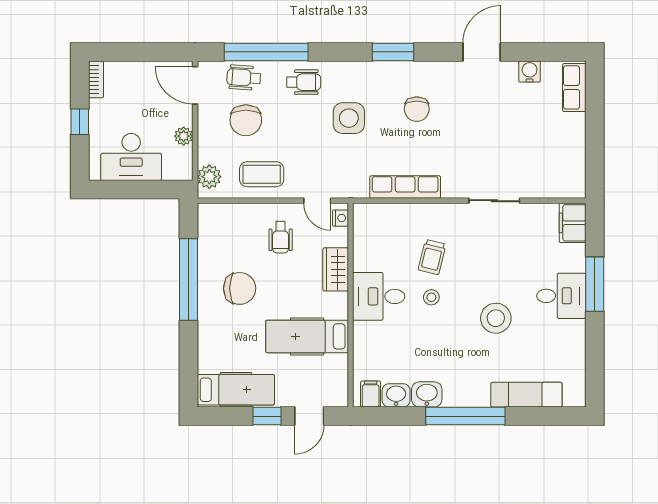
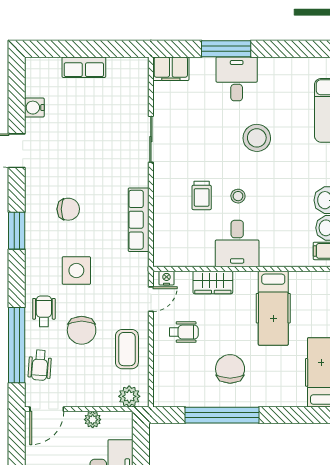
row of seats: (574, 87) -> (84, 67), moved
chair: (246, 120) -> (82, 330), moved, turned 90
trolley: (432, 257) -> (202, 195), turned 76

